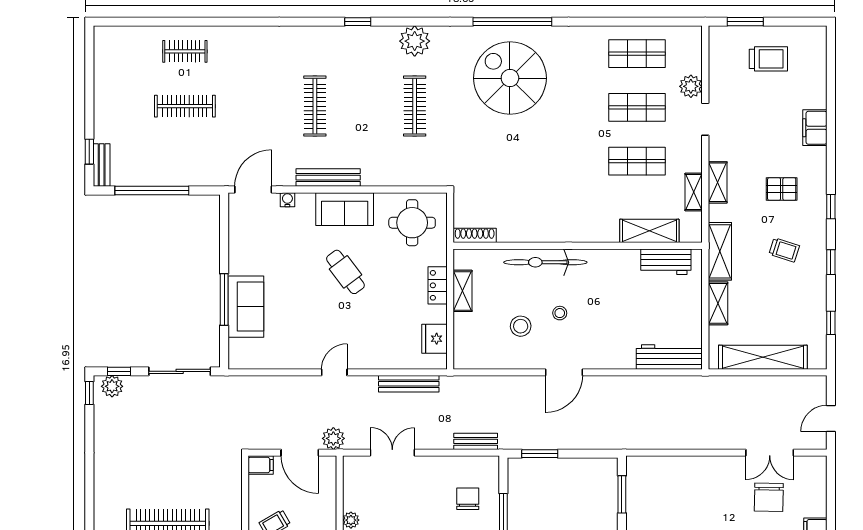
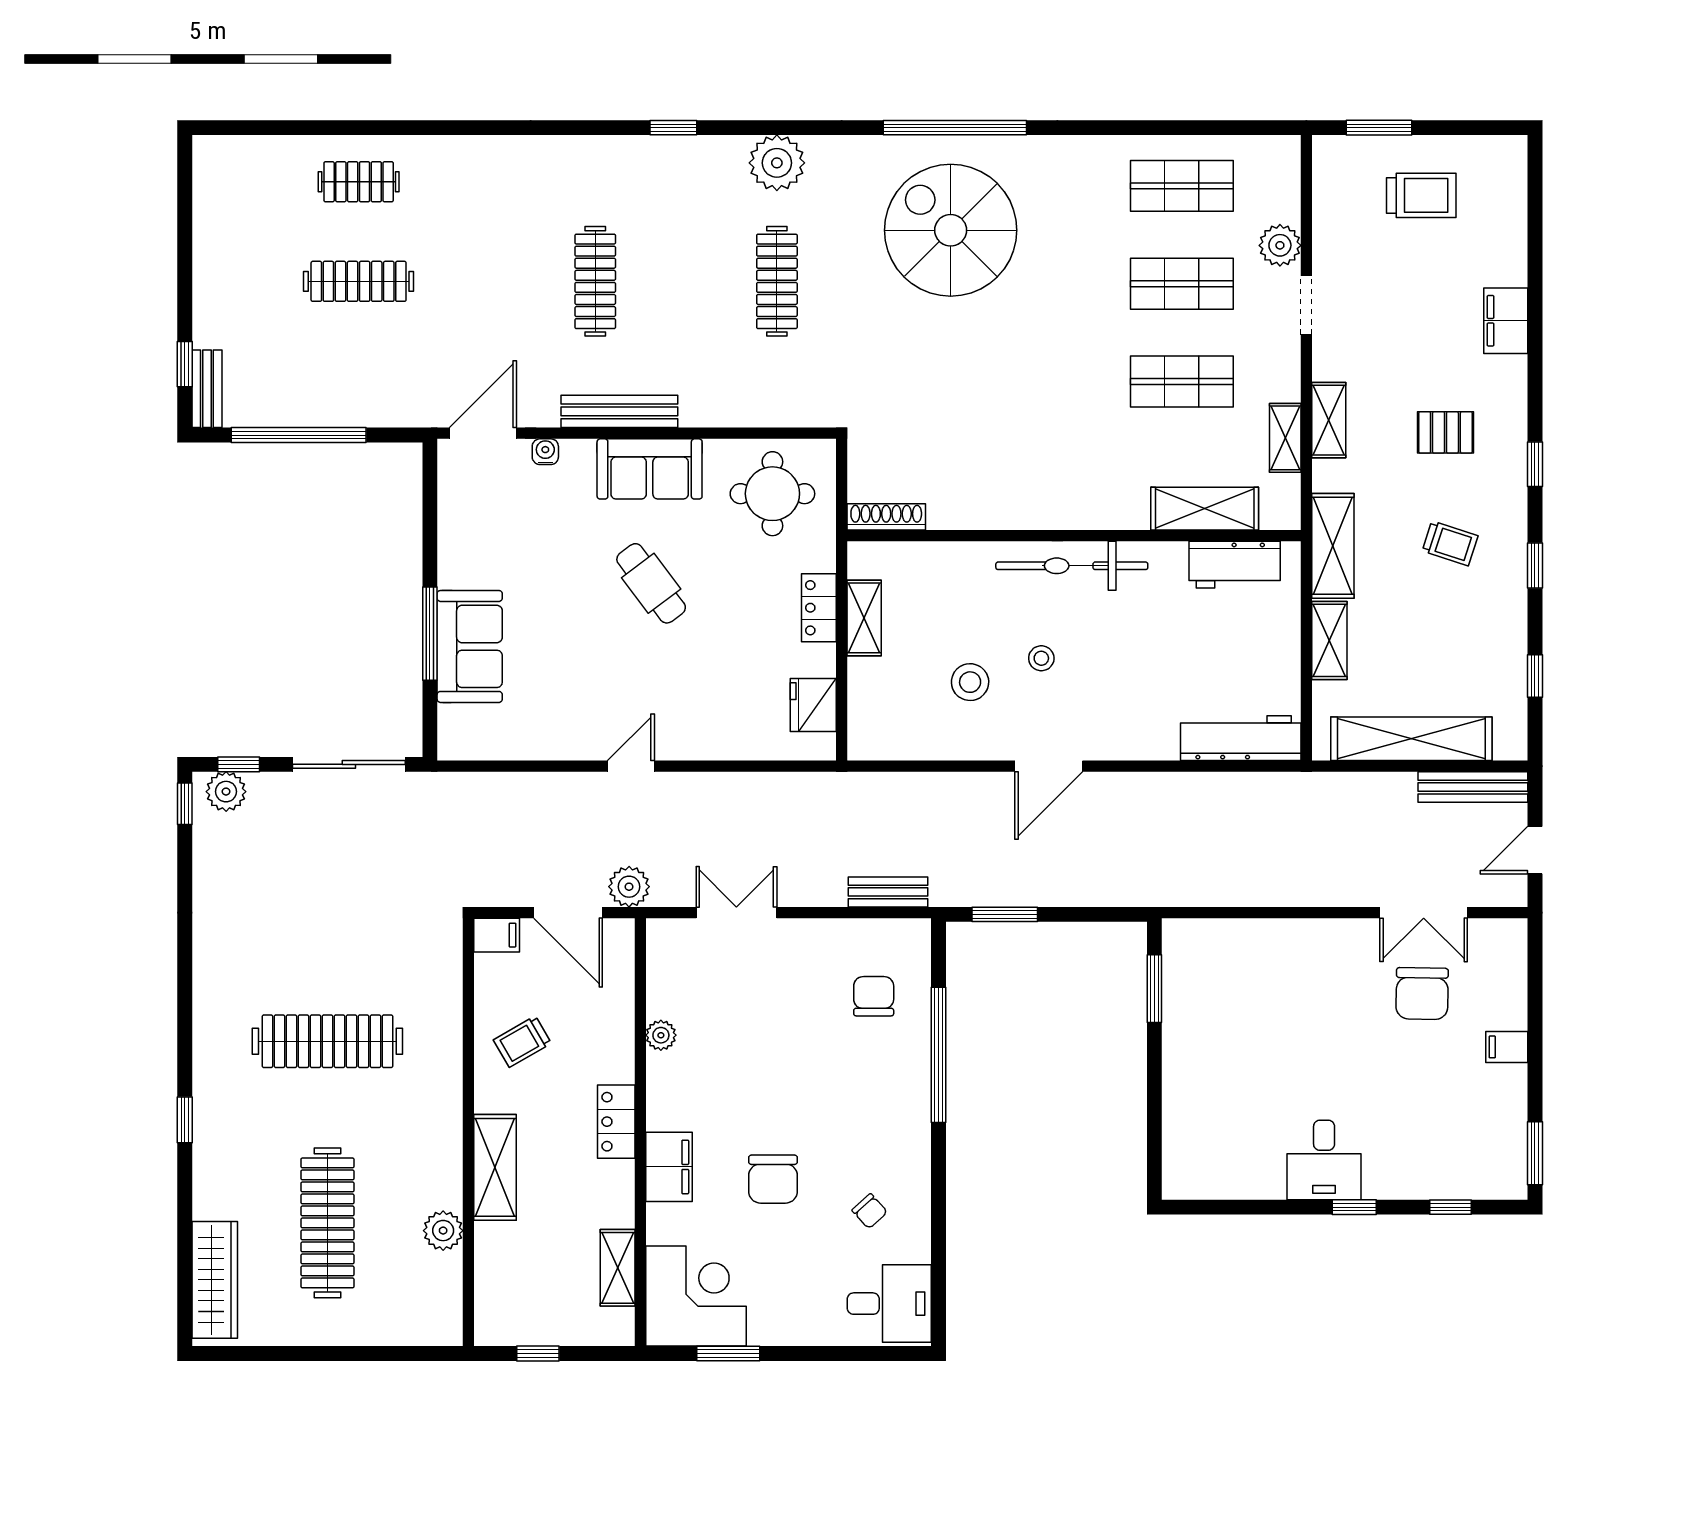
bicycle: (545, 262) -> (1072, 566), moved
bench: (409, 384) -> (1473, 787), moved

